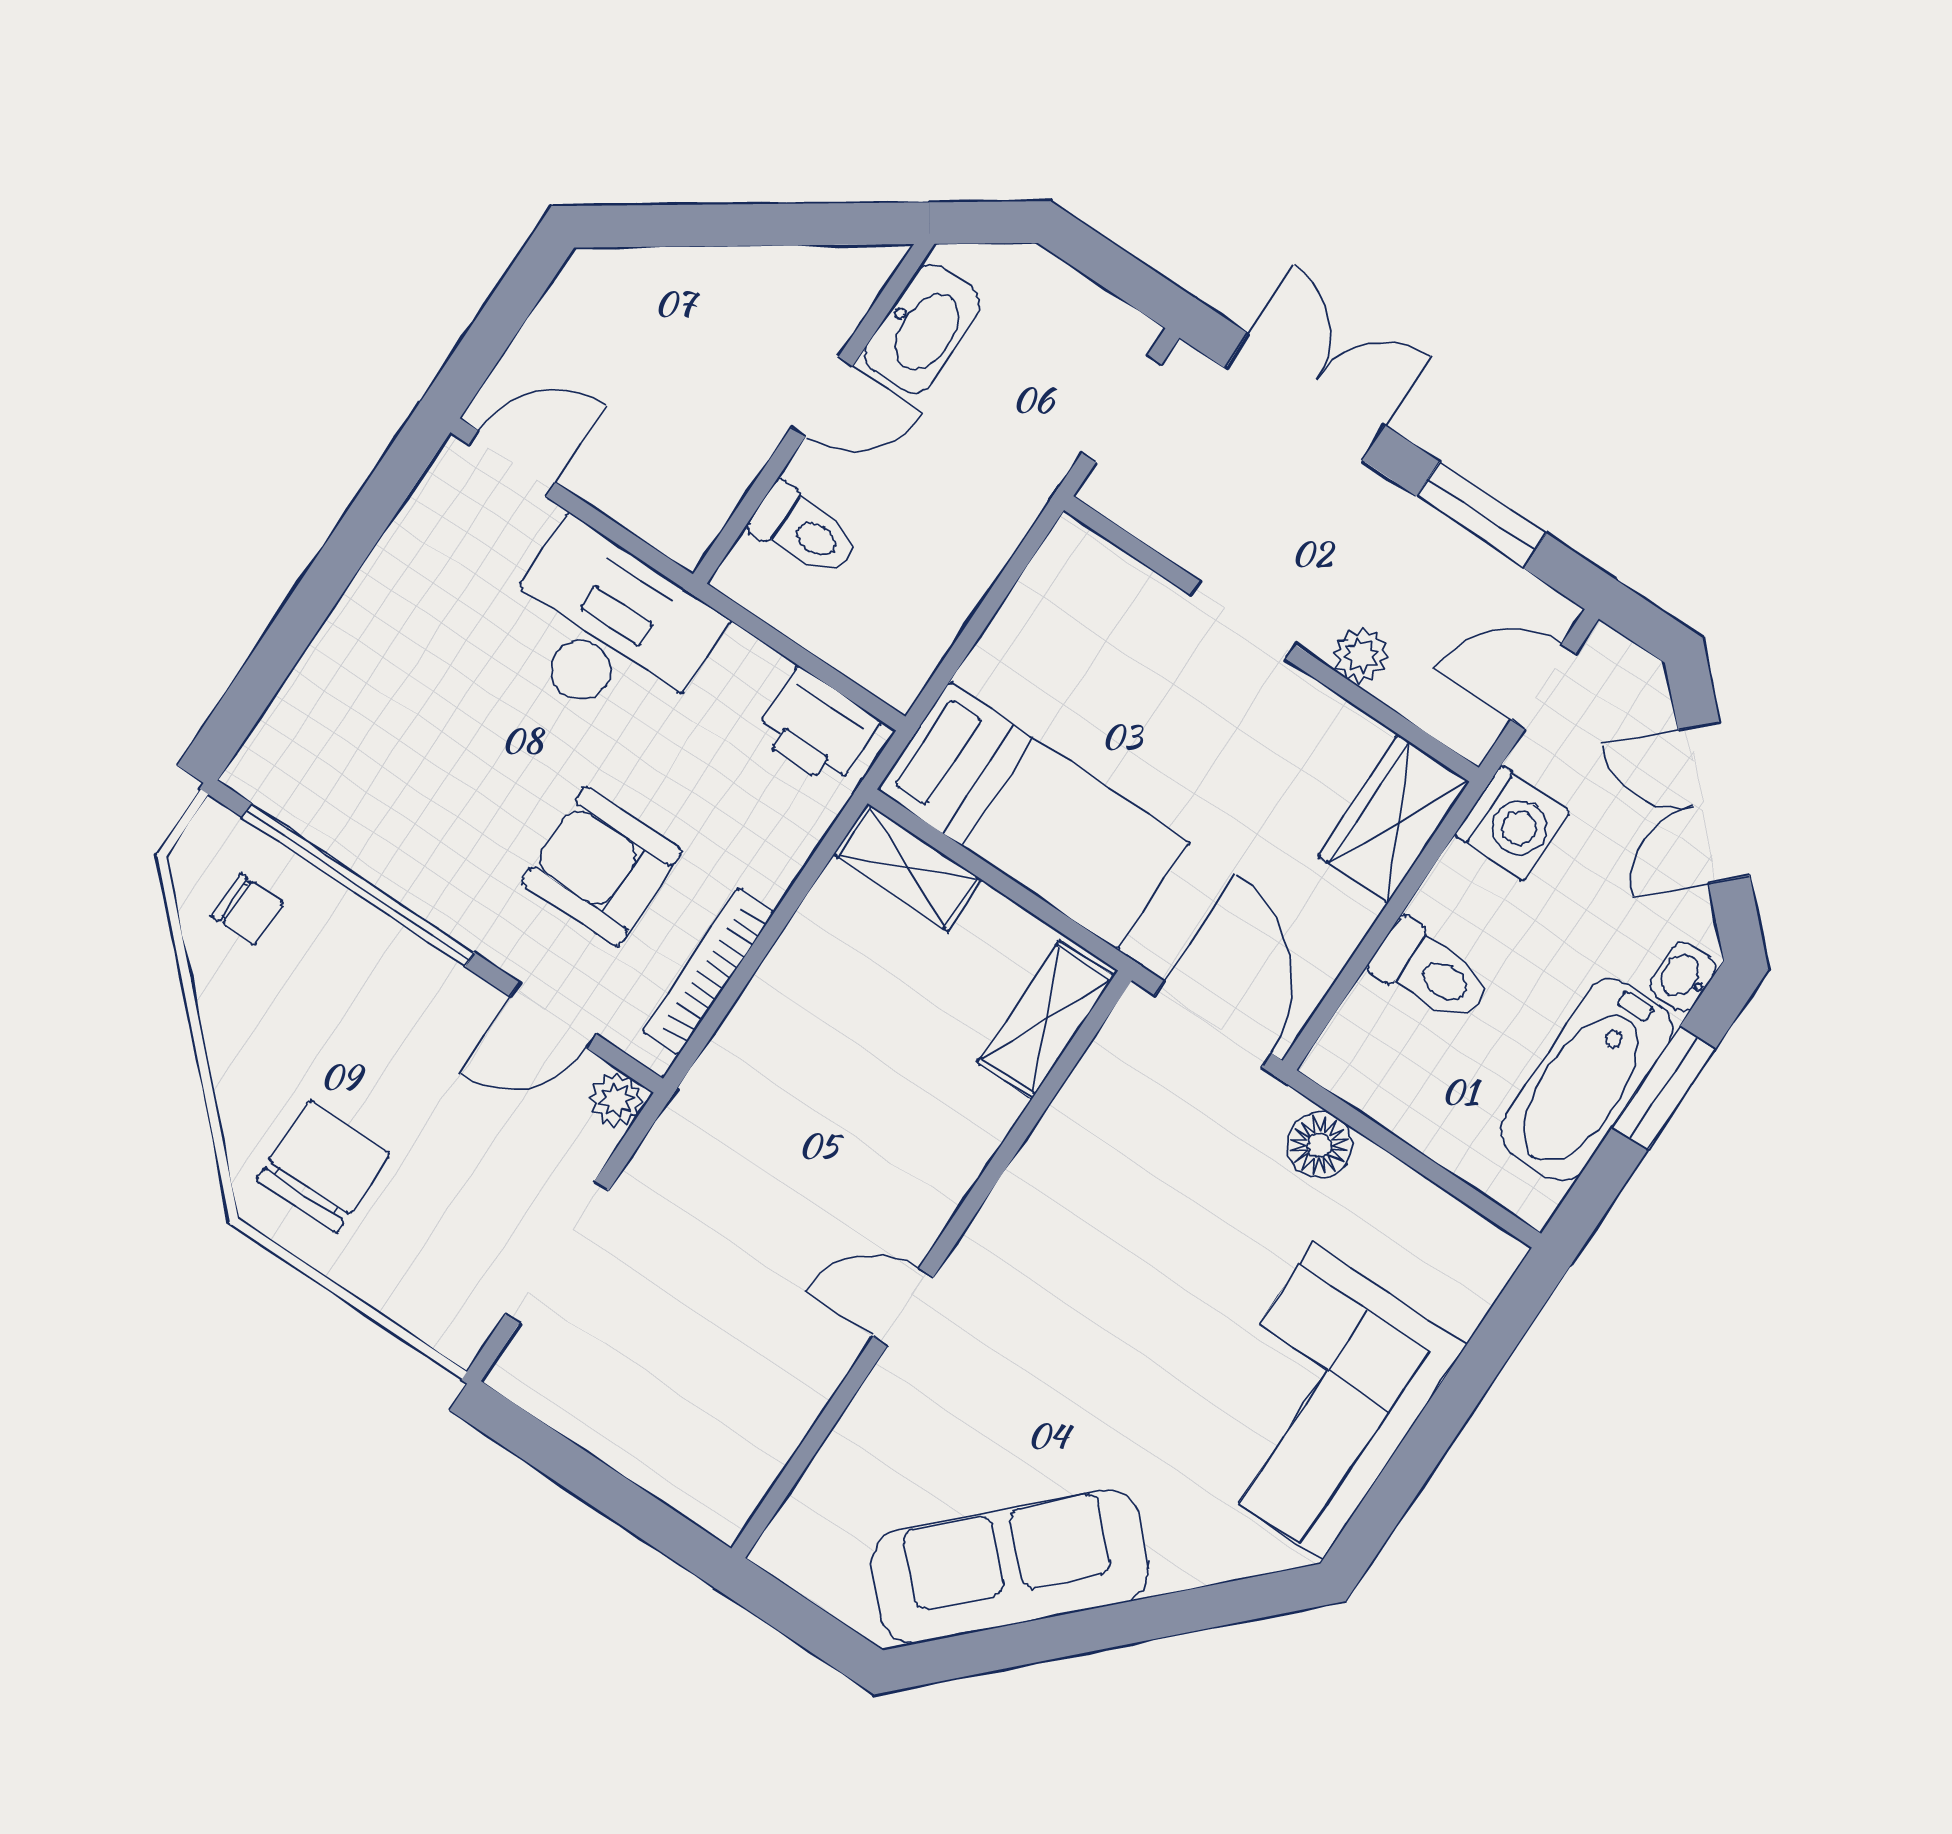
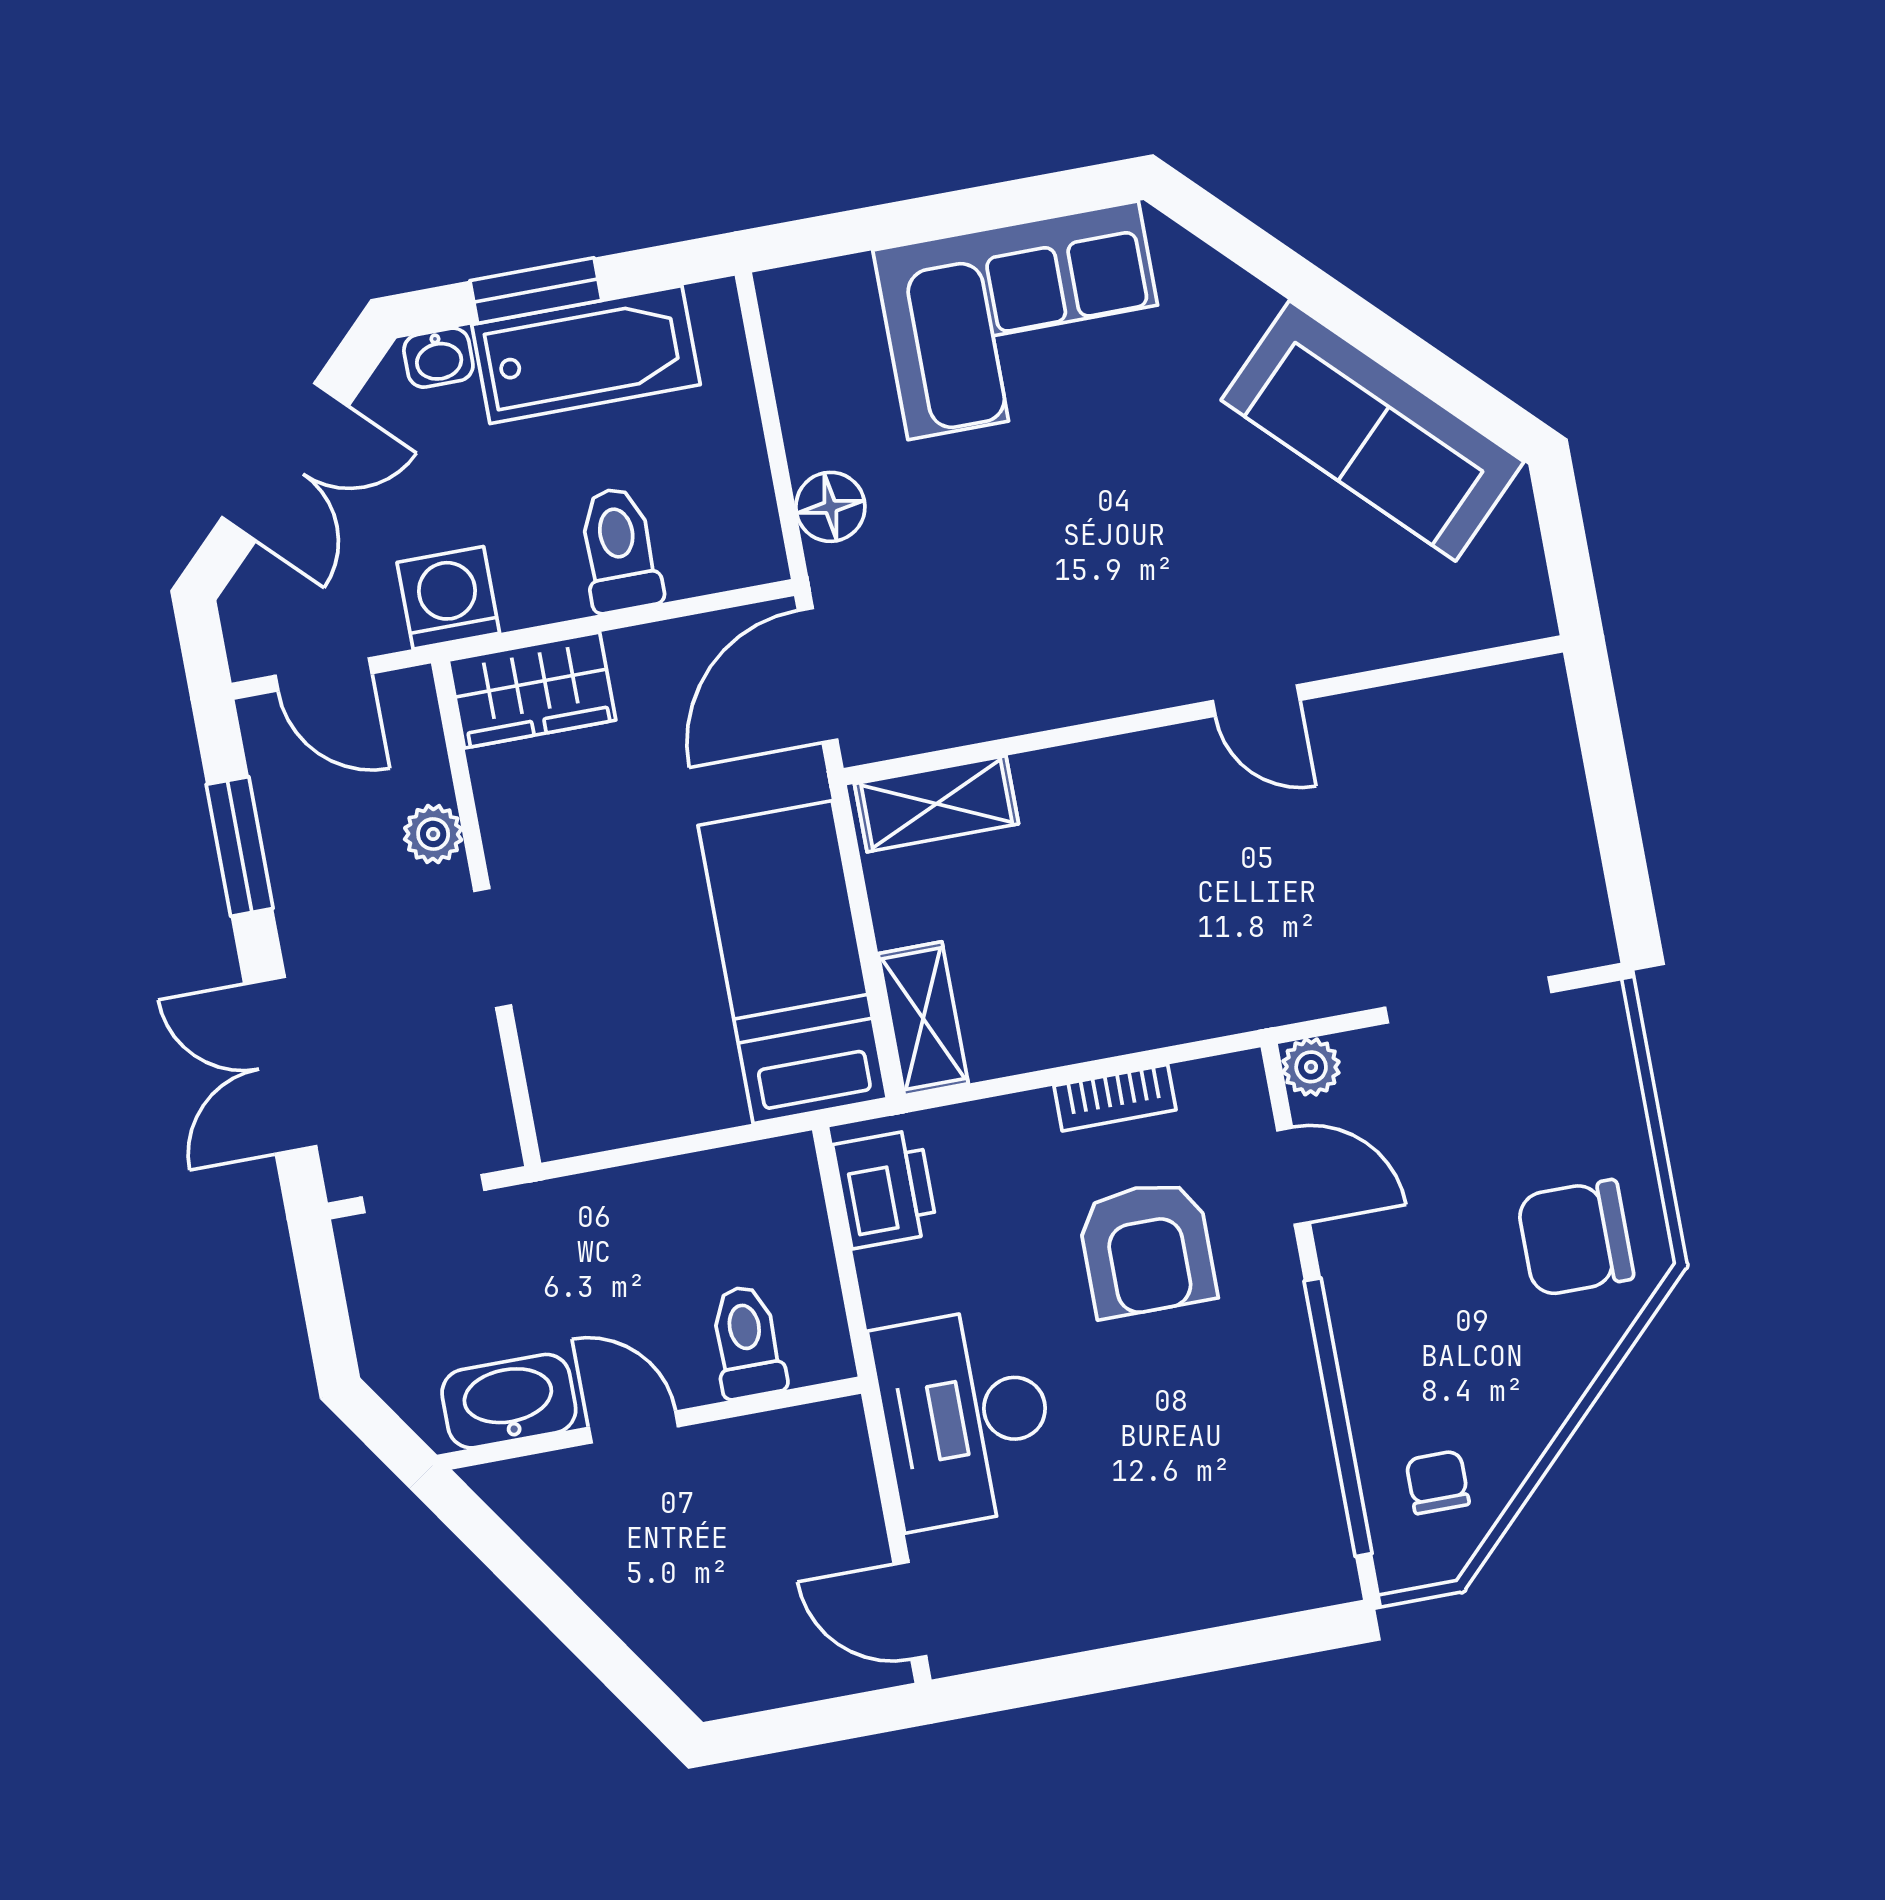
bookcase: (708, 971) -> (1115, 1098), width x0.64

